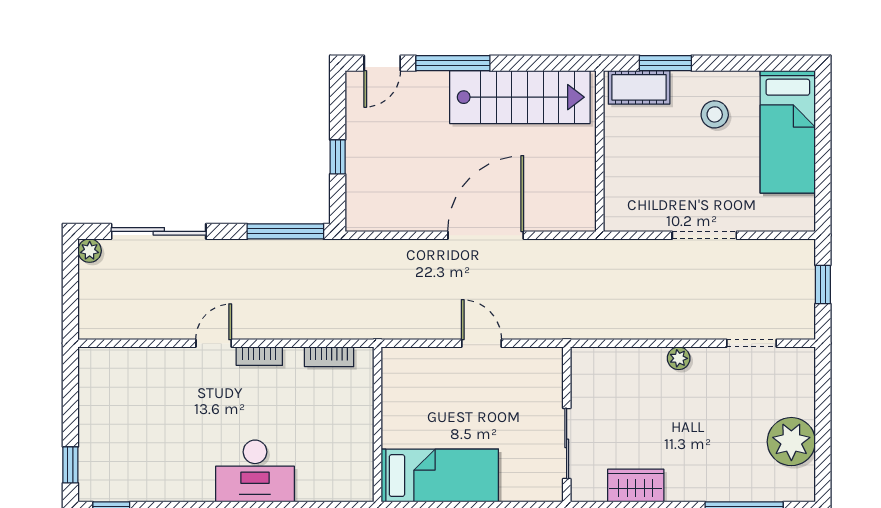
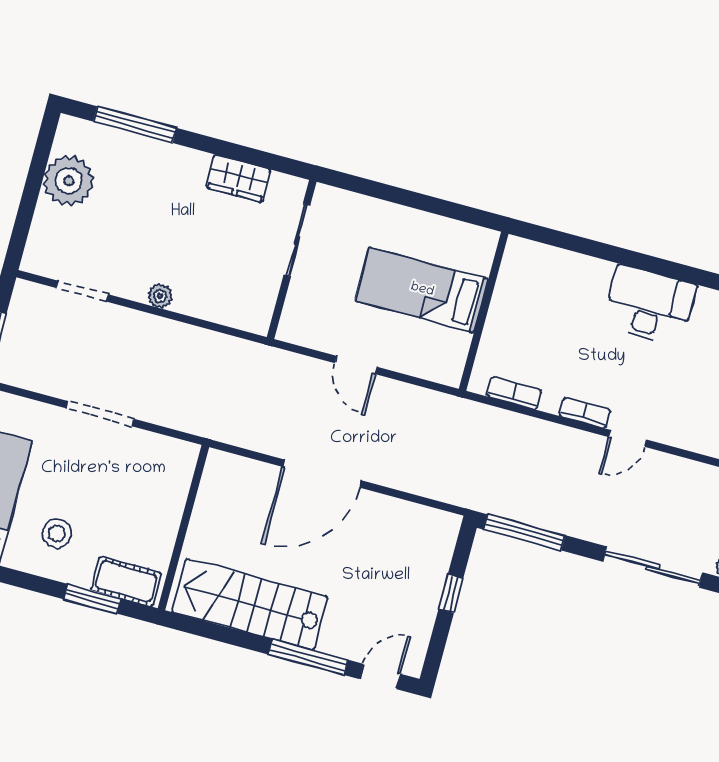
desk: (255, 471) -> (649, 305), moved
bed: (440, 476) -> (422, 290), moved

